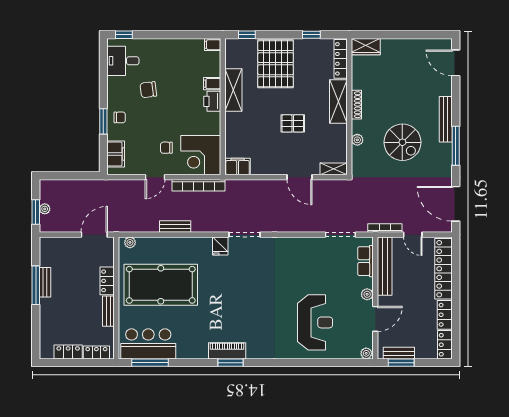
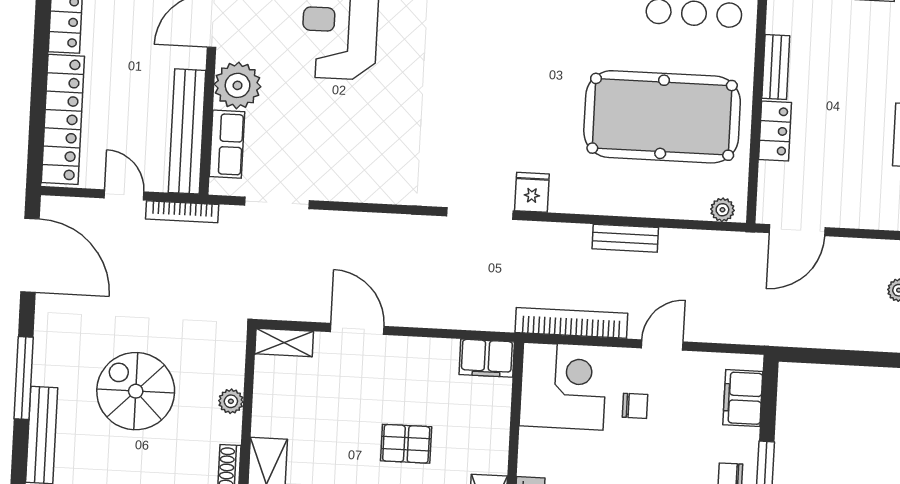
pallet: (293, 123) -> (406, 444), moved
plant: (367, 294) -> (238, 85), width x1.87, depth x1.87

